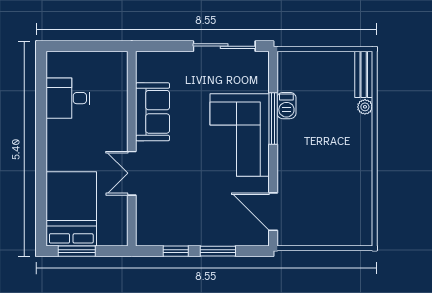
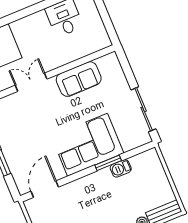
window: (273, 118) -> (108, 163), width x0.69

